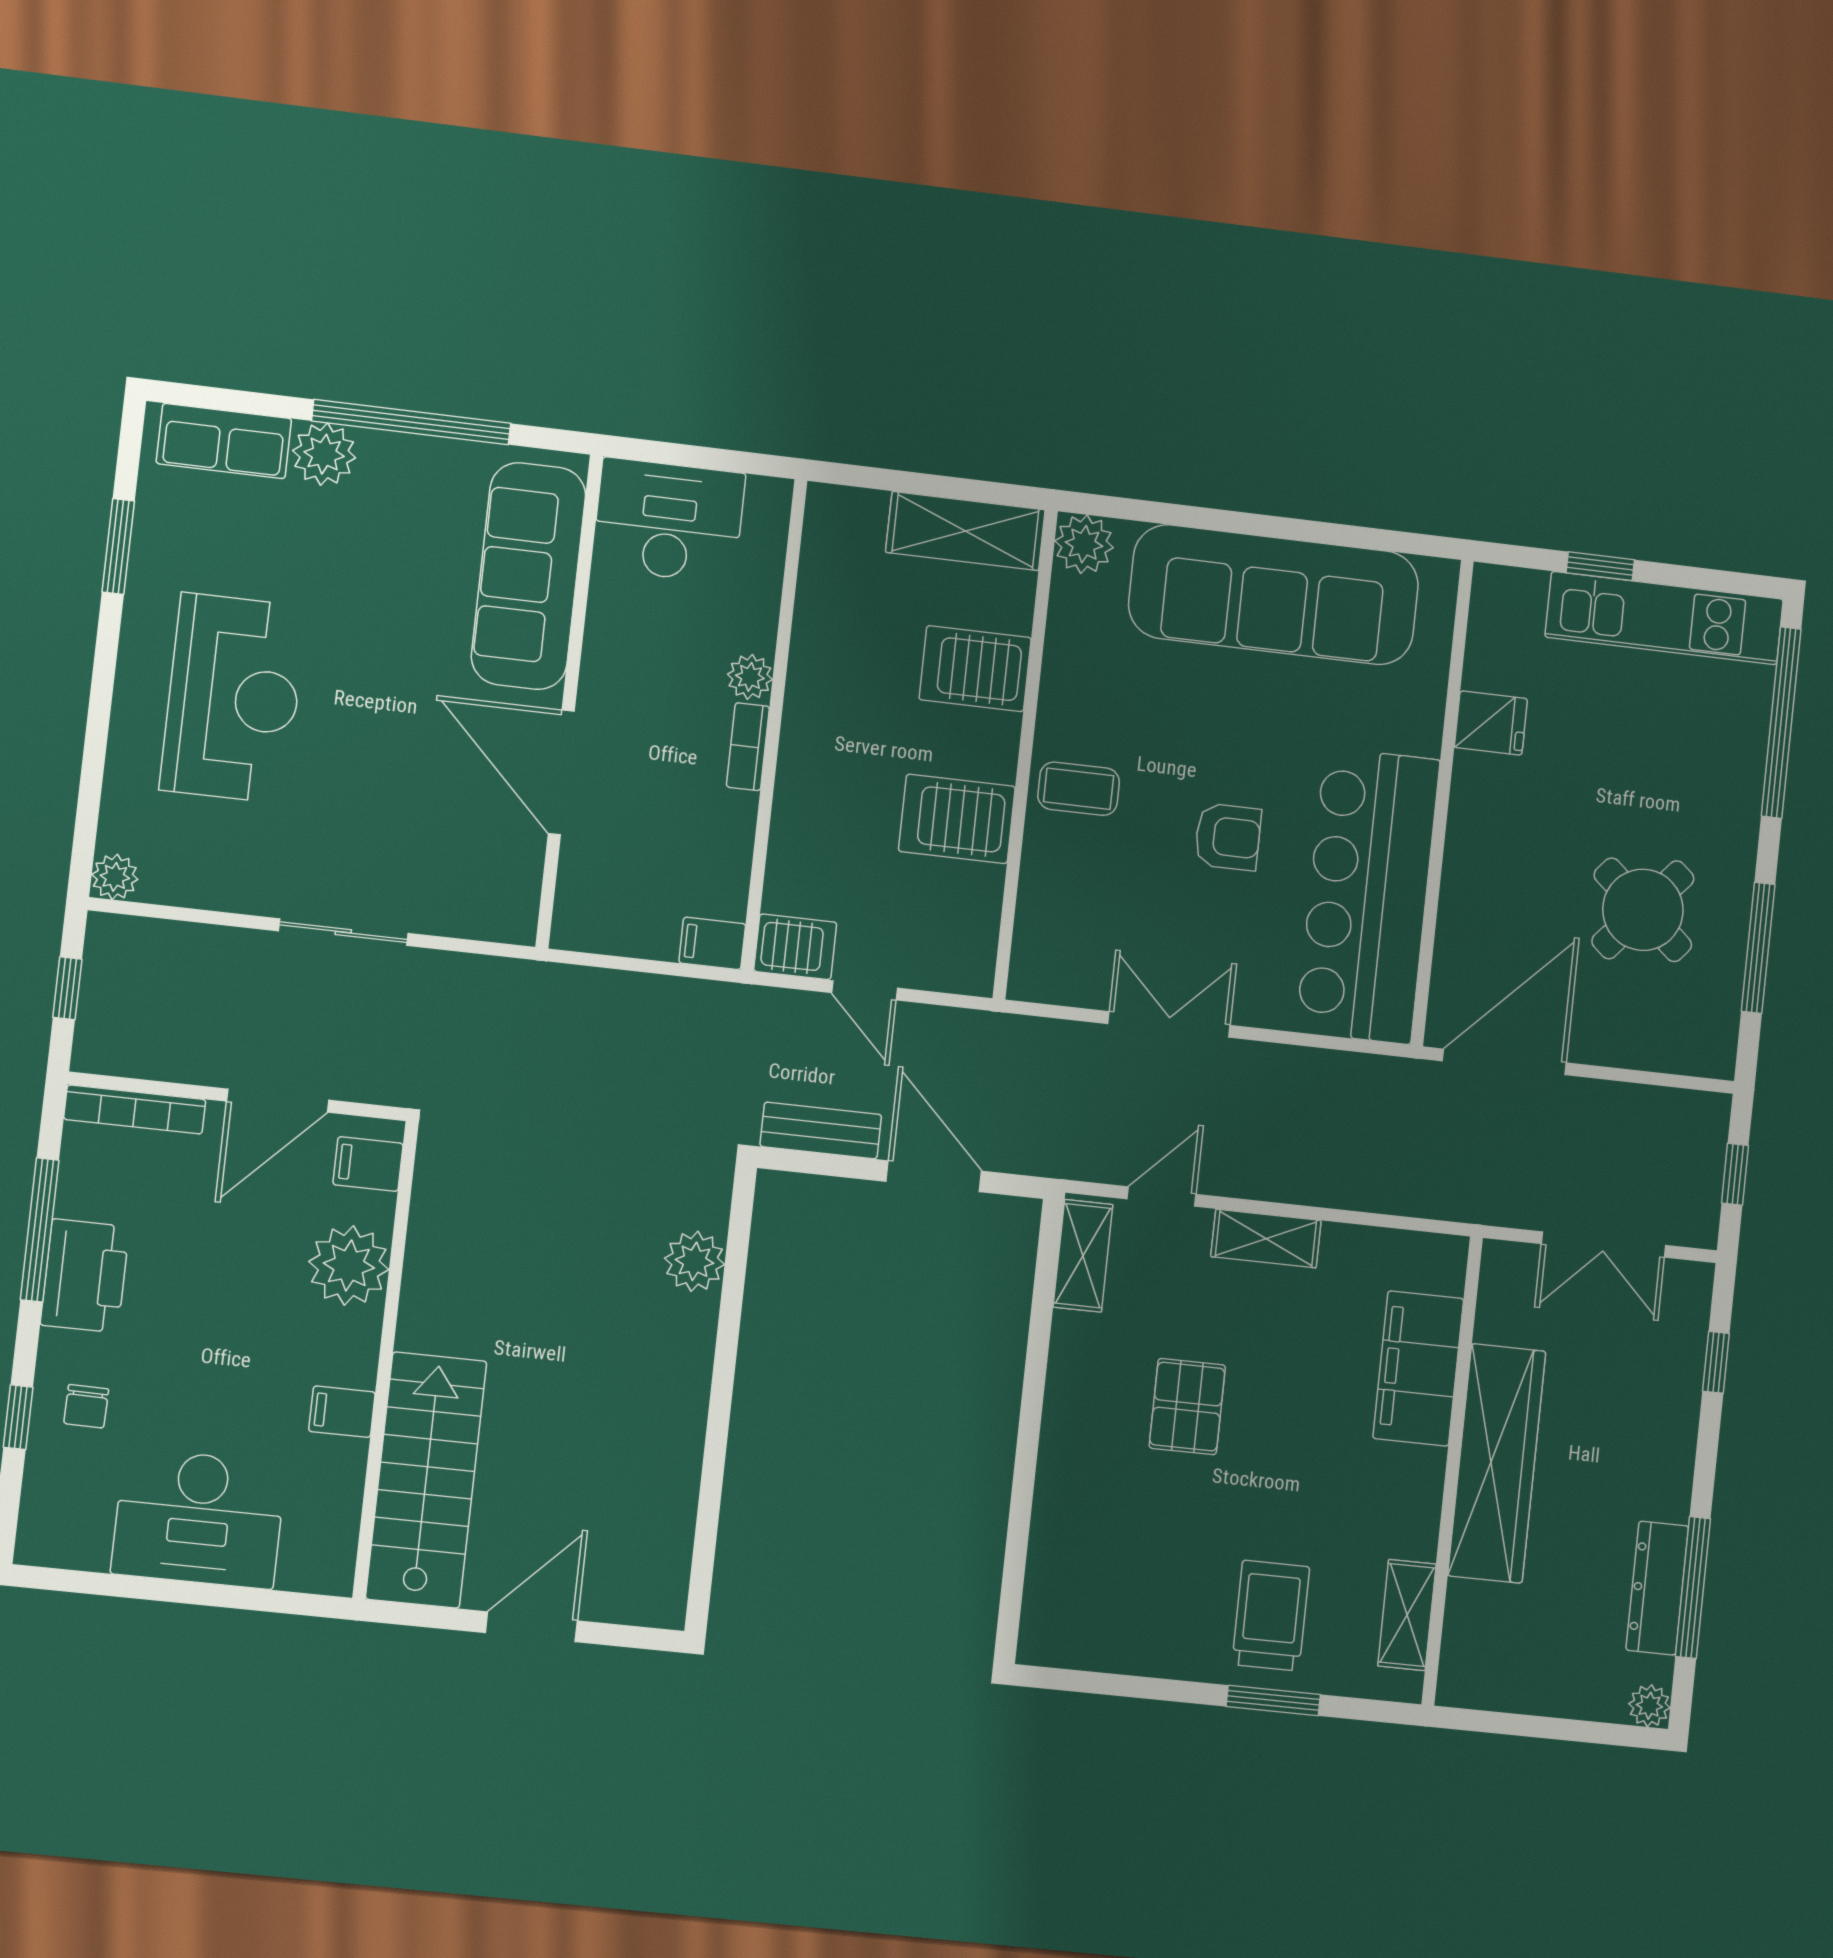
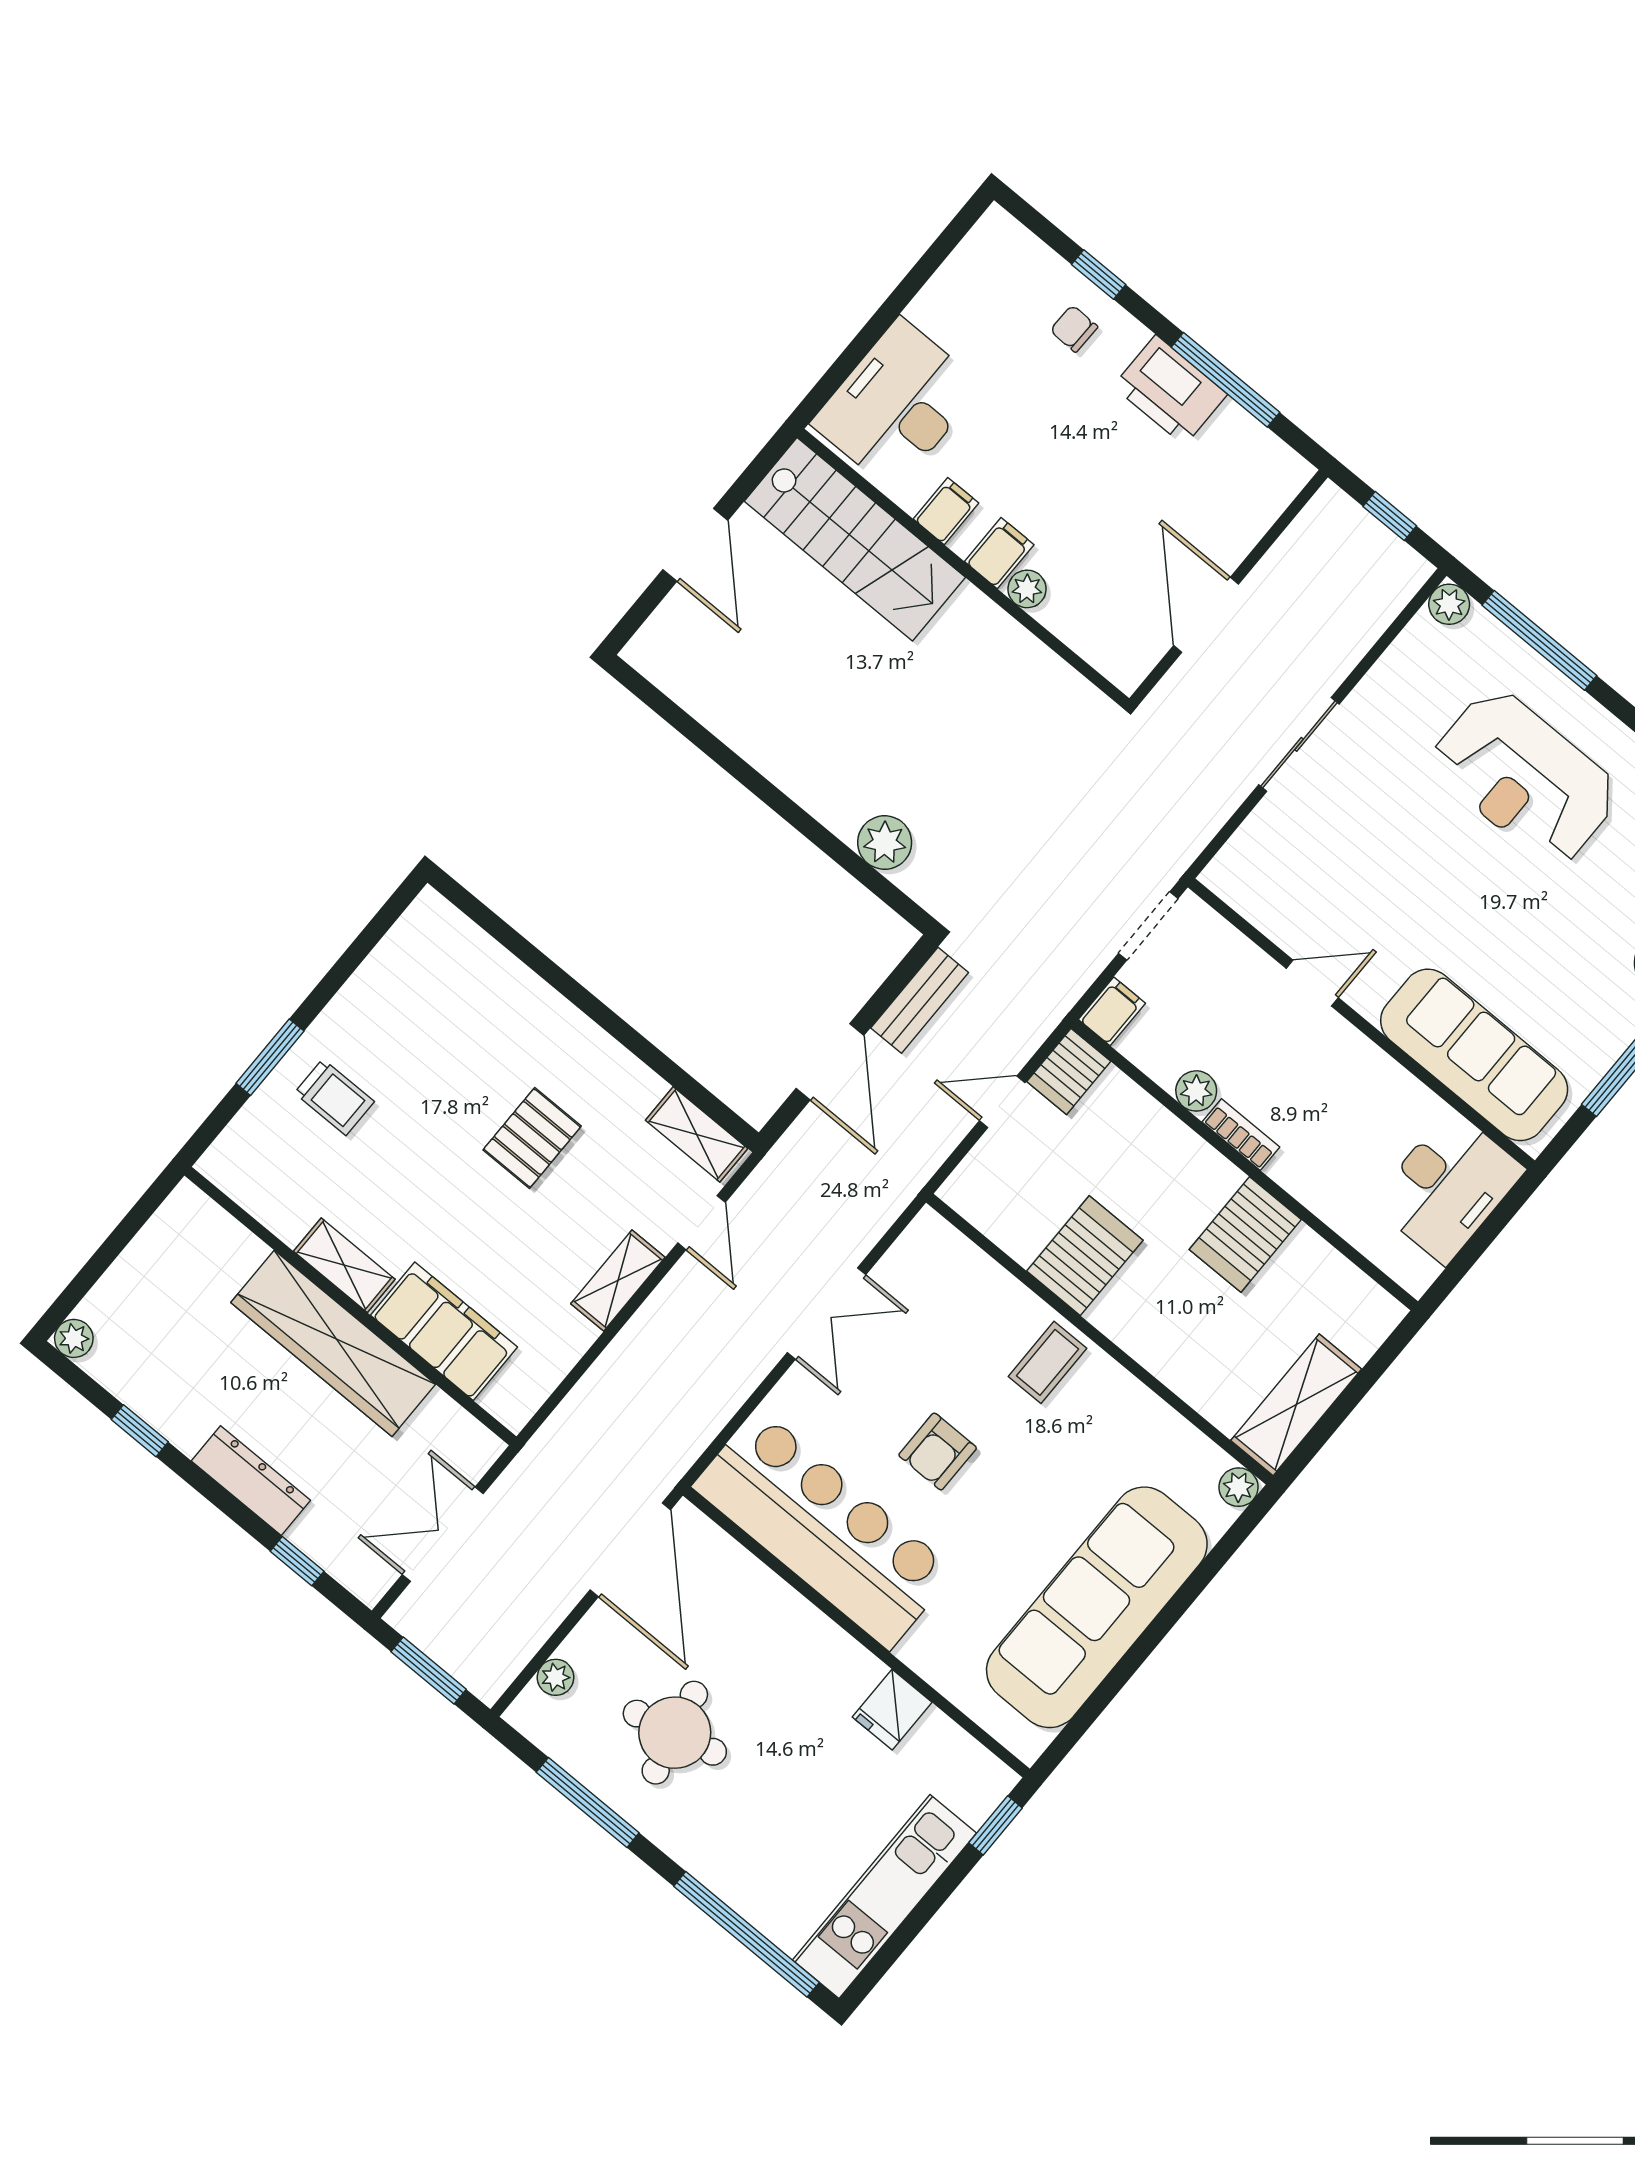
plant: (1084, 544) -> (1239, 1487), width x0.73, depth x0.73
window: (1600, 566) -> (995, 1825), moved
server rack: (975, 669) -> (1245, 1234), moved, turned 180
plant: (750, 677) -> (1196, 1091), moved
window: (93, 769) -> (1539, 640), added
door: (561, 772) -> (1312, 983), width x0.53
round table: (1643, 910) -> (675, 1733), turned 36
doorway: (609, 962) -> (1148, 926), added
plant: (1665, 1053) -> (556, 1677), added
bookcase: (135, 1109) -> (1268, 506), removed
filing cabinet: (368, 1164) -> (999, 553), moved
window: (1735, 1174) -> (429, 1670), width x1.50
door: (934, 1176) -> (830, 1062), hinge flipped
plant: (349, 1266) -> (1027, 589), width x0.53, depth x0.53
pallet: (1187, 1407) -> (532, 1138), turned 90
desk: (199, 1518) -> (897, 405), moved
dresser: (1657, 1588) -> (251, 1481), moved
window: (1693, 1588) -> (140, 1431), width x0.46
shelving: (1407, 1615) -> (344, 1265), moved
trolley: (1271, 1616) -> (334, 1097), width x0.73, depth x0.72

